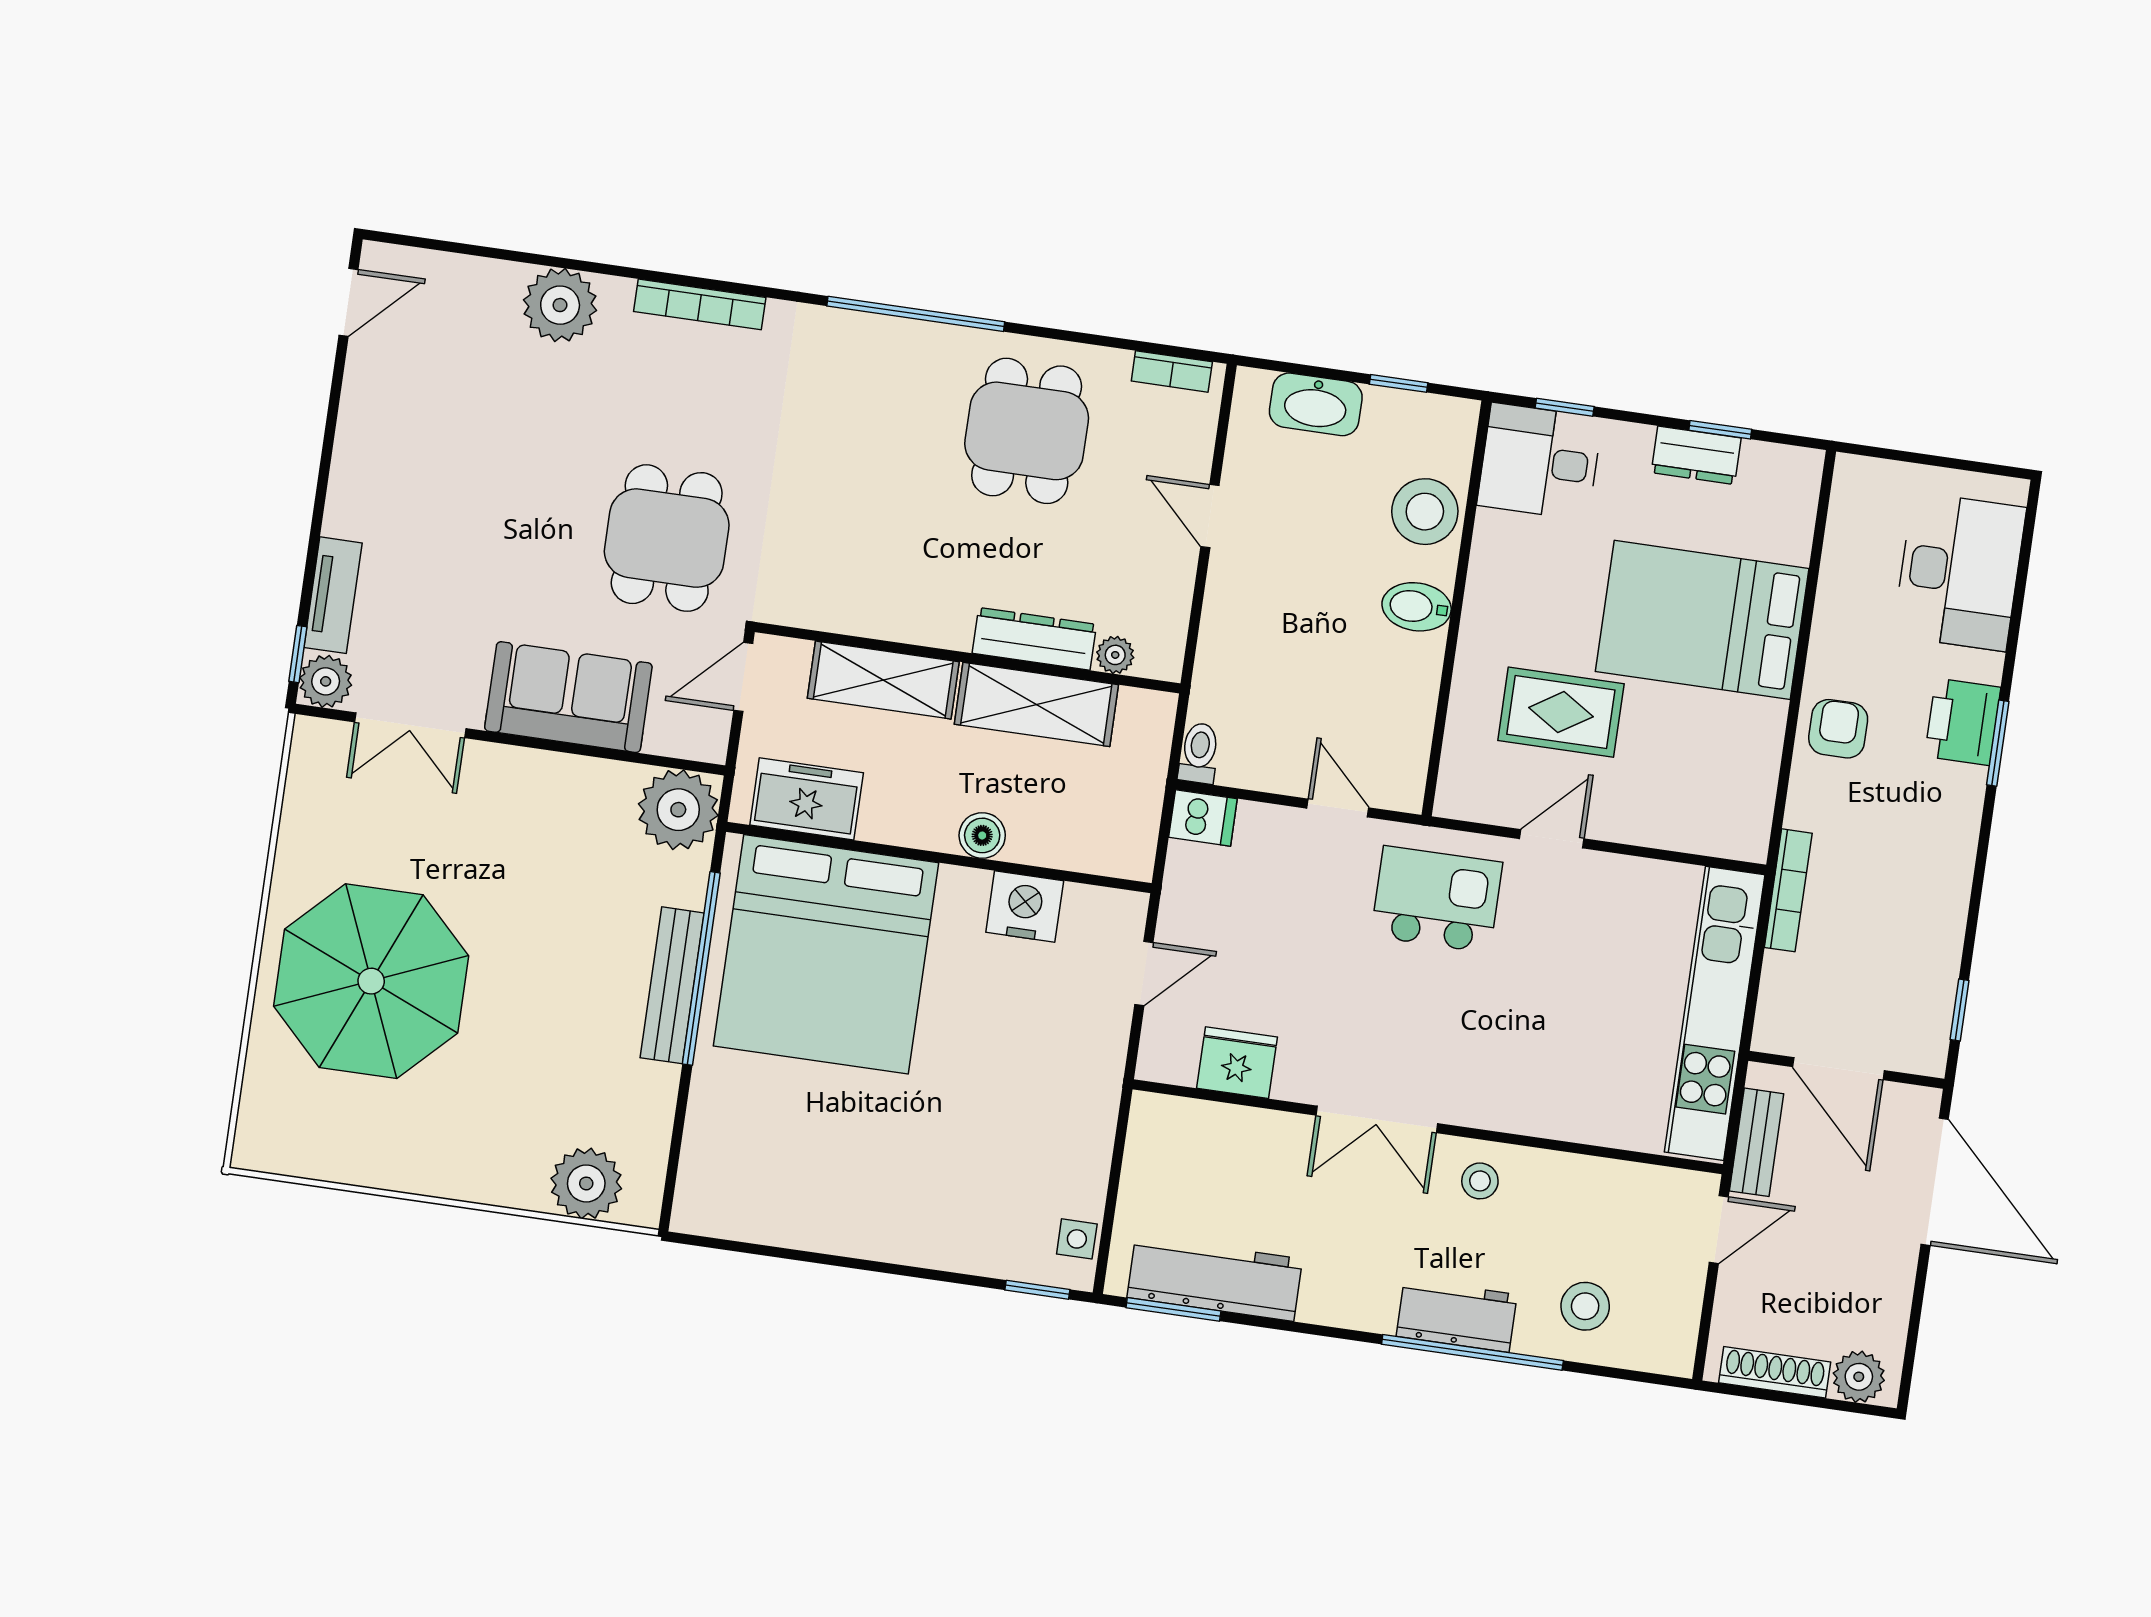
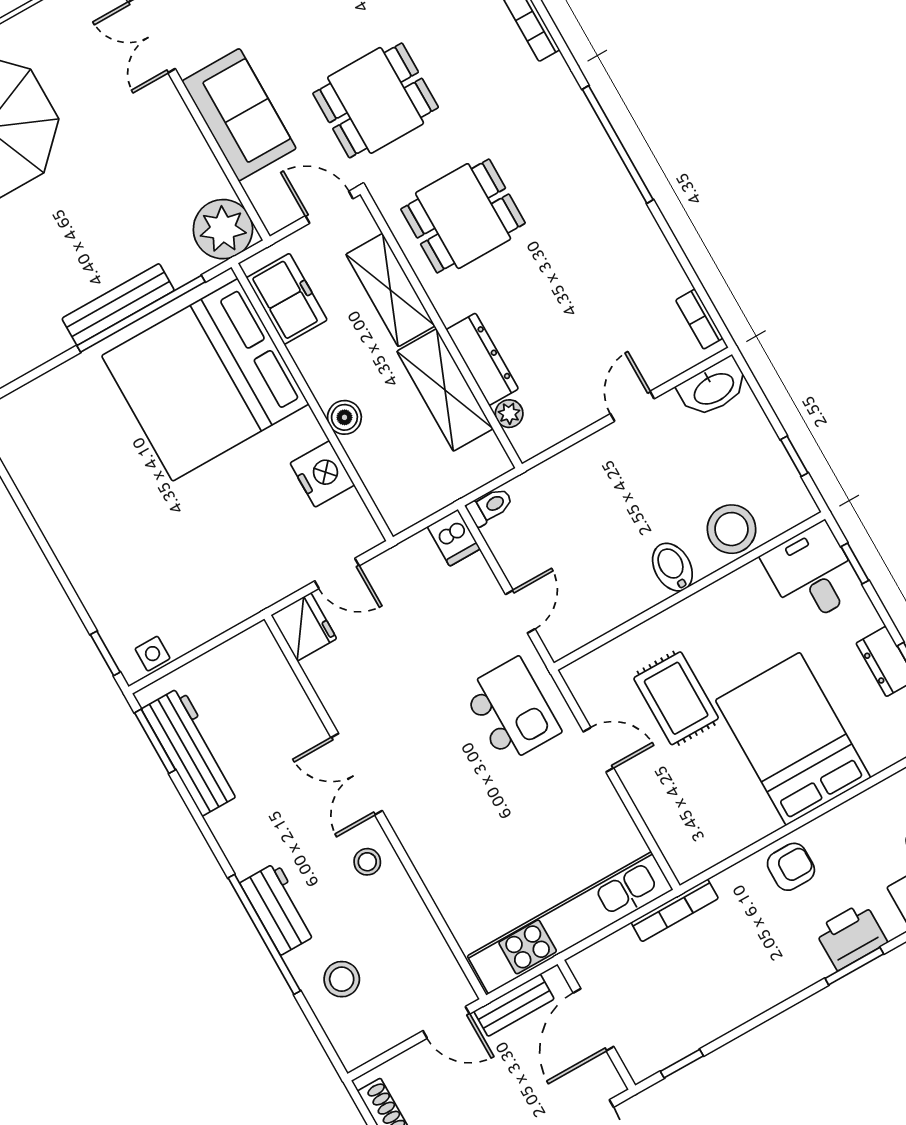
washbasin: (1316, 404) -> (713, 388), moved, turned -90
dining table: (1027, 431) -> (463, 216), moved
fridge: (1237, 1063) -> (304, 627), moved

